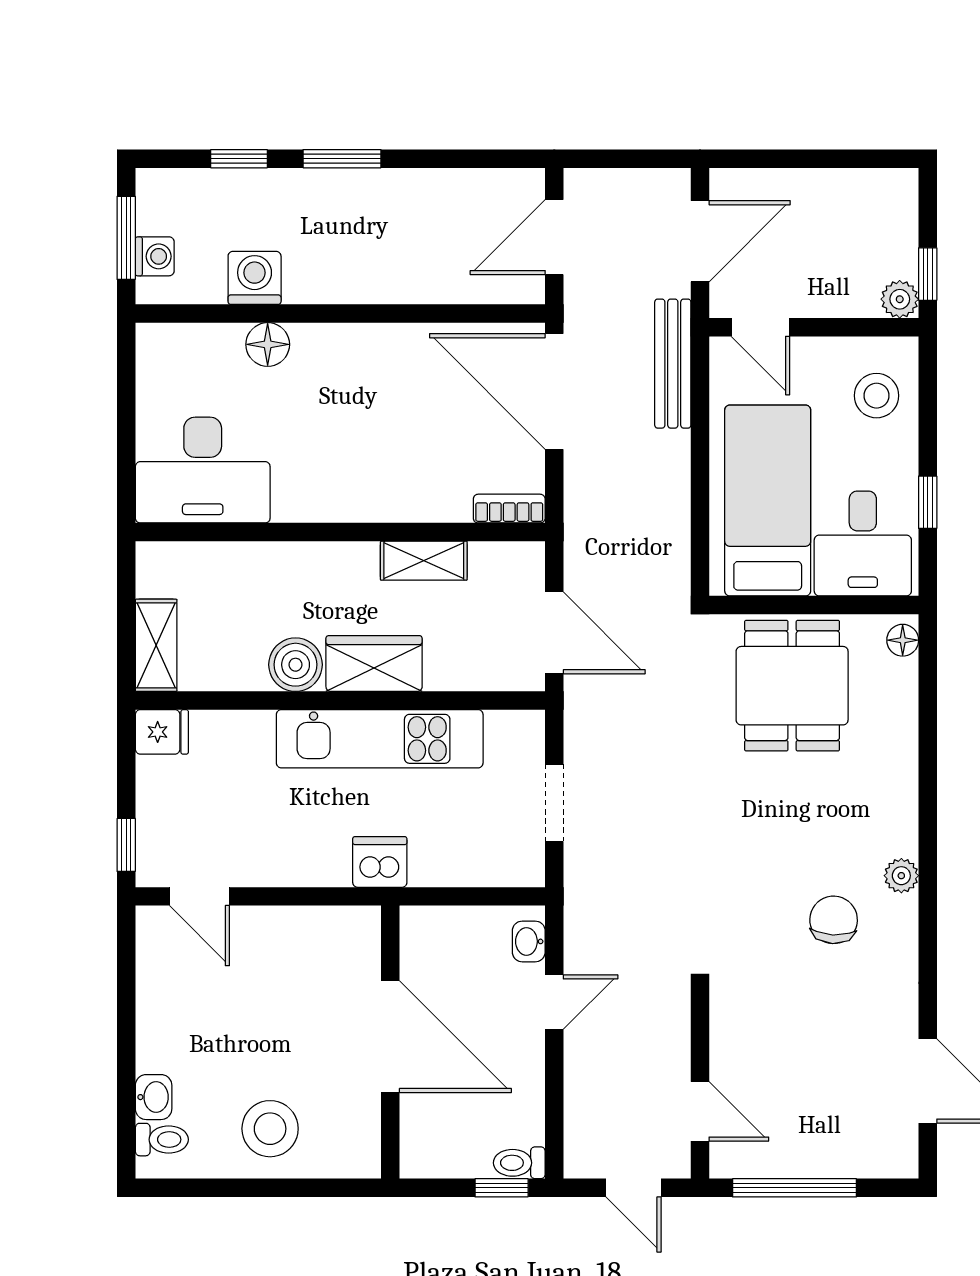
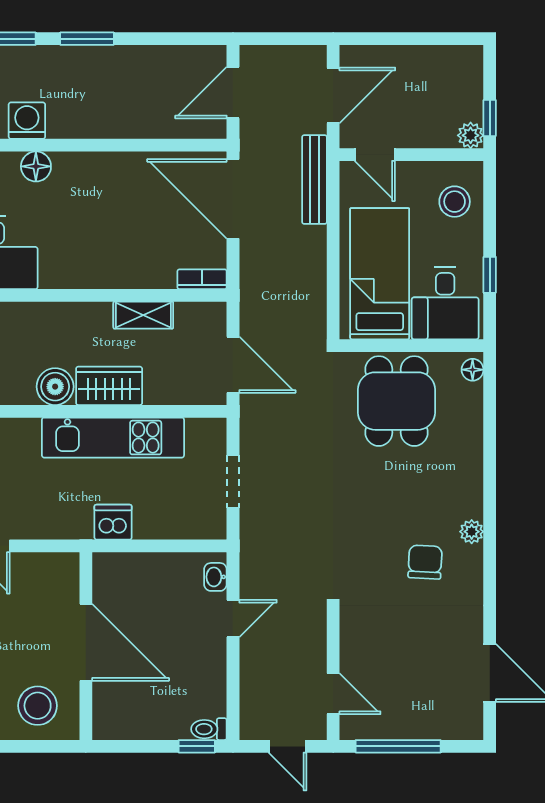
door: (390, 1037) -> (86, 642), moved
wall: (390, 1042) -> (86, 646), moved

